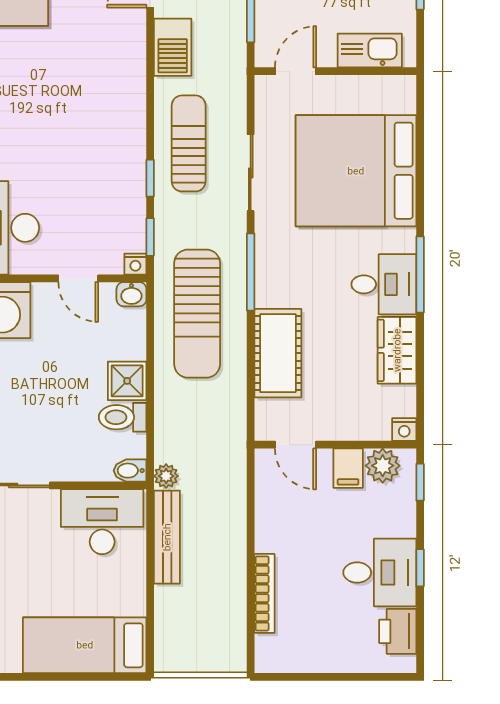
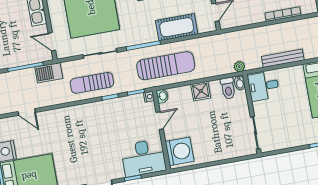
barbecue: (173, 47) -> (49, 73), moved, turned 180
toilet: (123, 417) -> (228, 88), moved
desk: (102, 522) -> (263, 86), width x0.73
bench: (167, 537) -> (283, 58), moved

